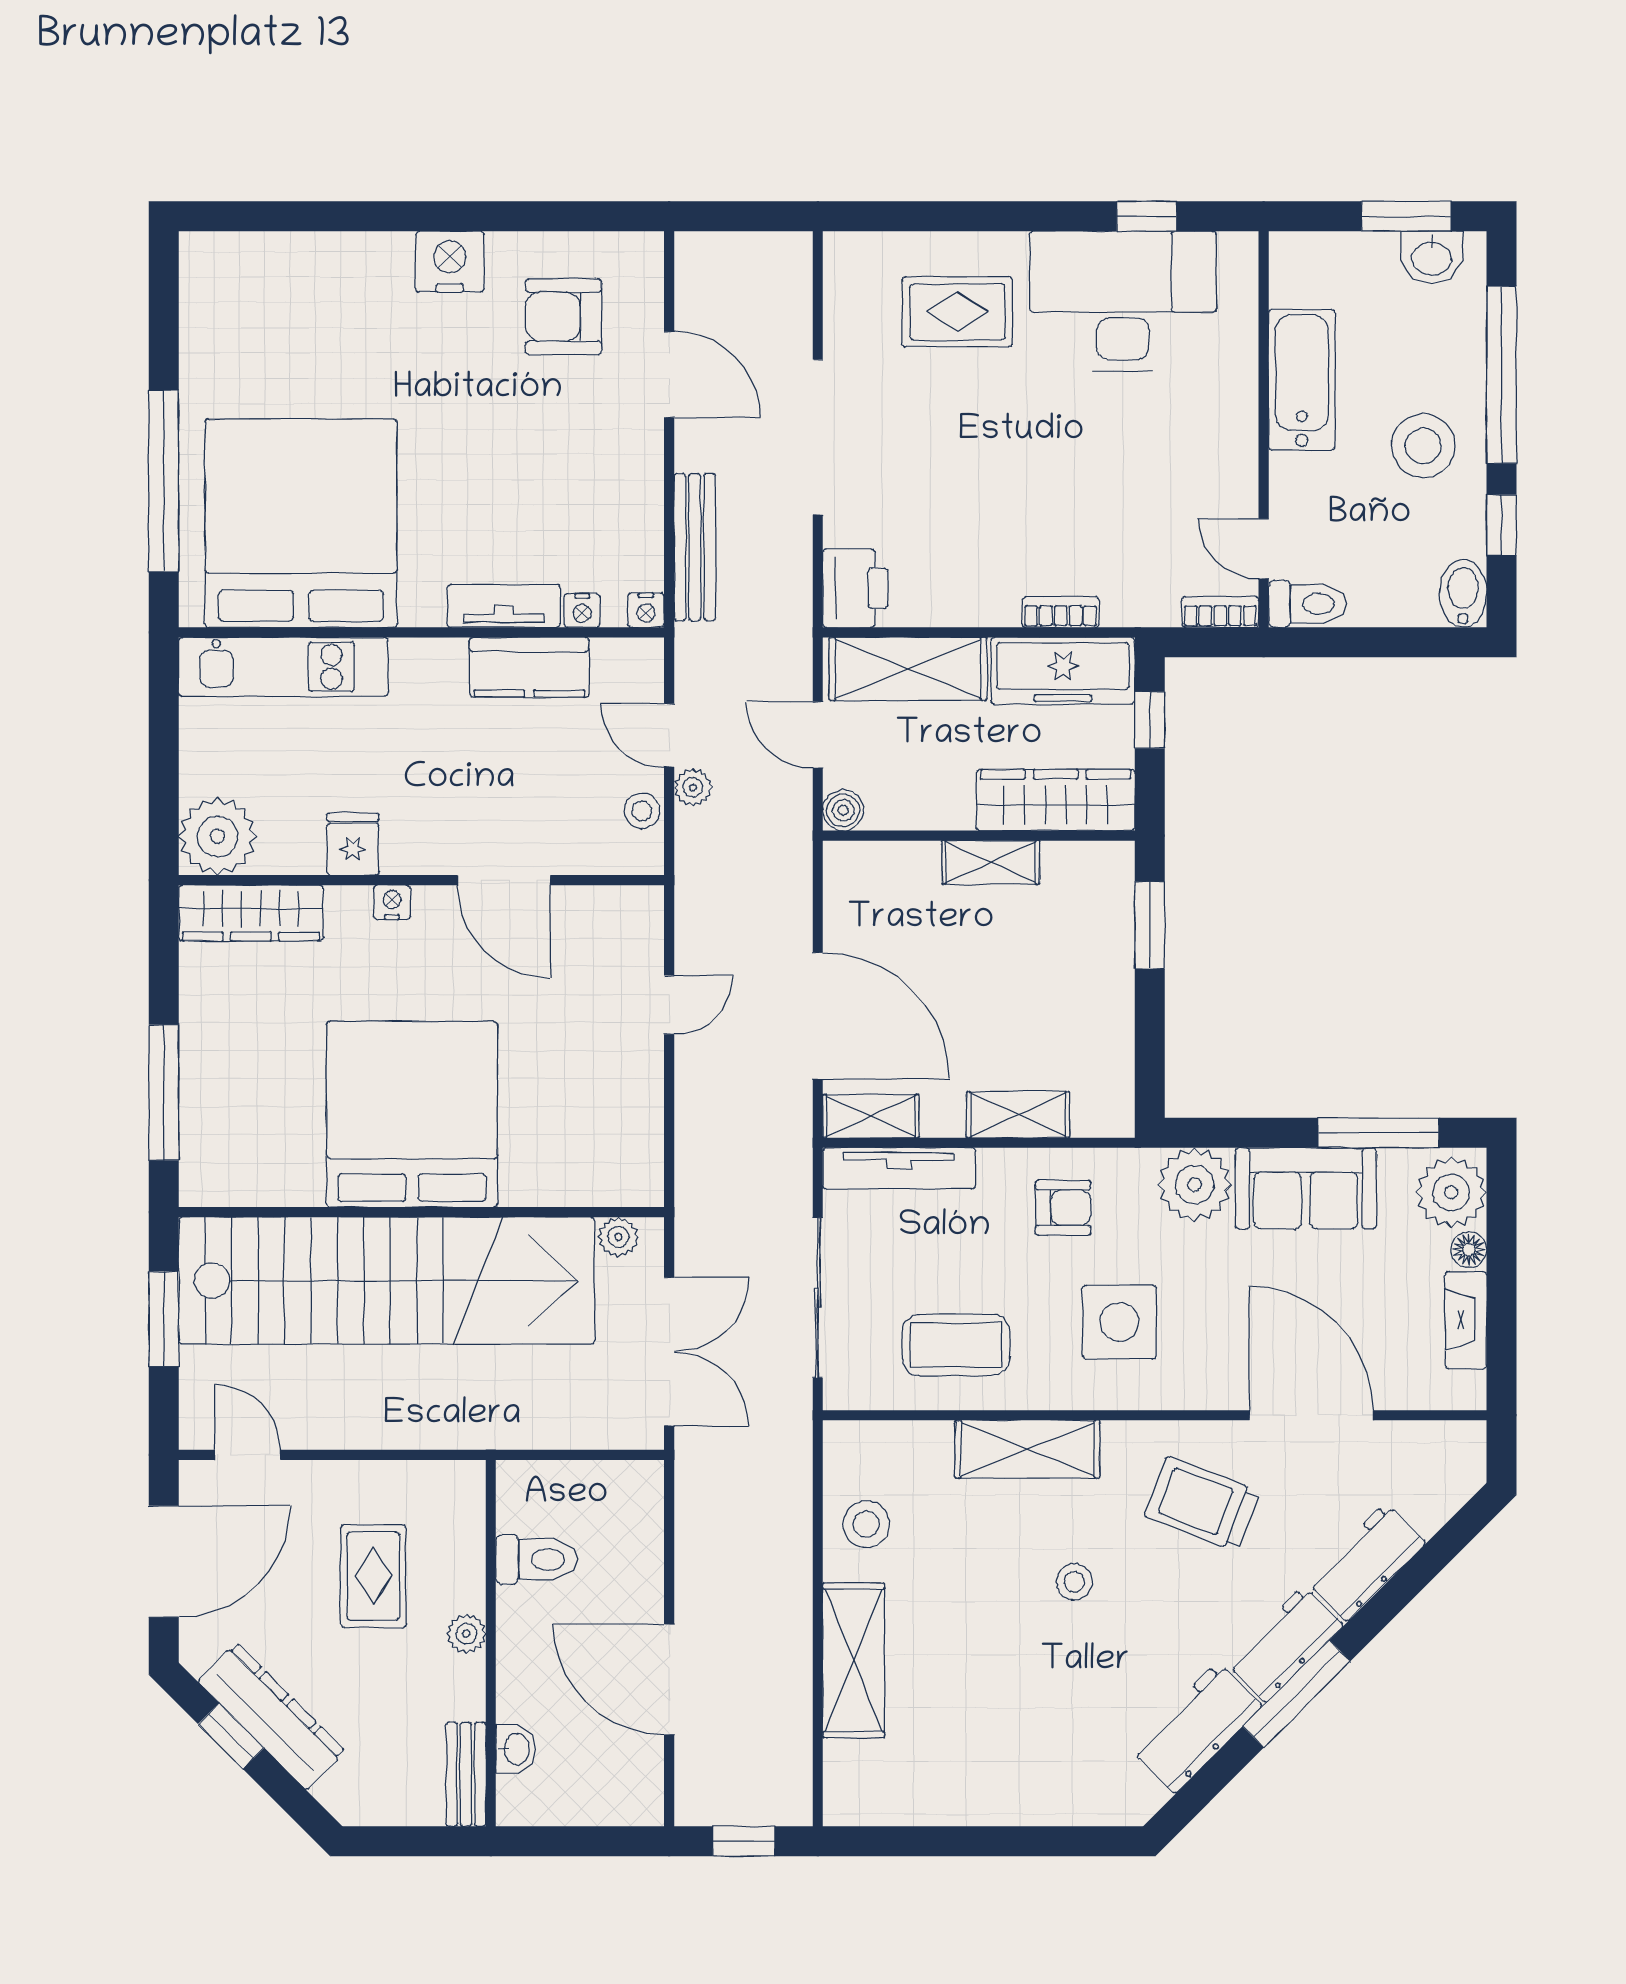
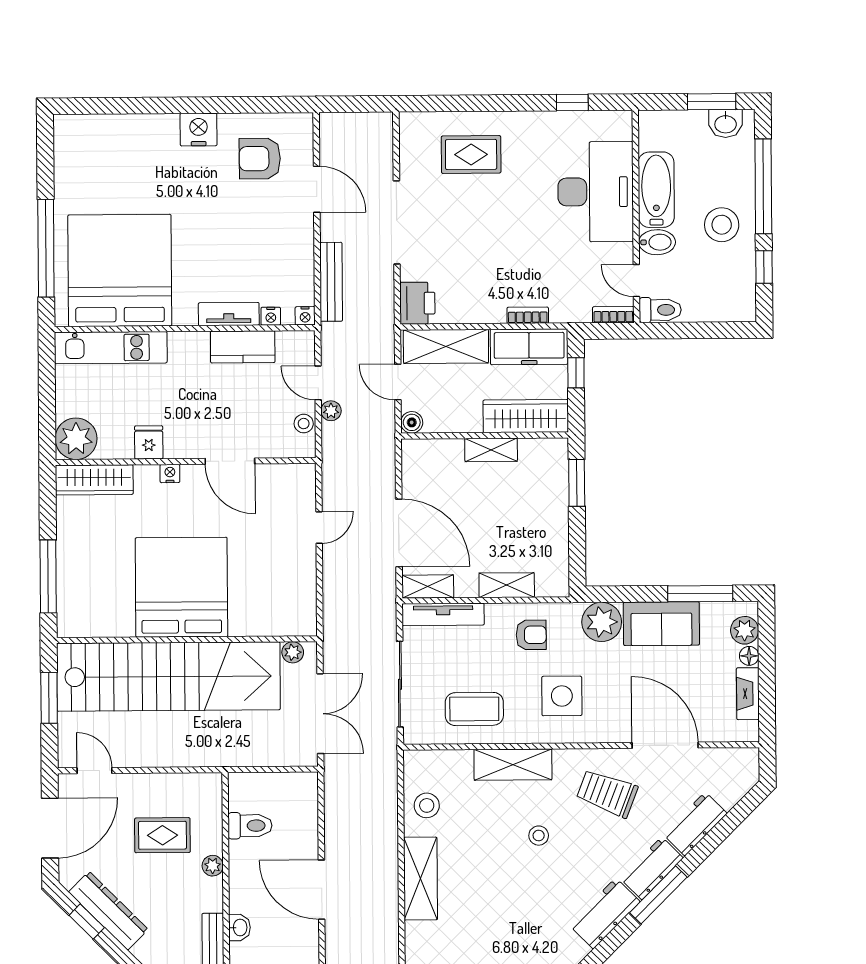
desk: (1123, 301) -> (596, 192), moved, turned 90
bidet: (1463, 593) -> (657, 242), moved, turned 90
plant: (1451, 1192) -> (745, 630), width x0.73, depth x0.73
rug: (373, 1576) -> (162, 835), turned 90

